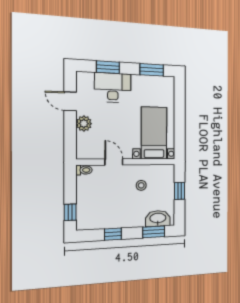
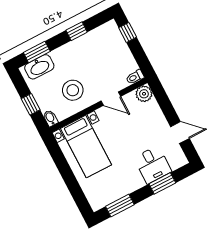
desk: (113, 88) -> (153, 165), width x0.73
plant: (84, 124) -> (144, 94), moved
bidet: (170, 171) -> (50, 118), added
stool: (141, 185) -> (73, 90), width x1.89, depth x1.89

